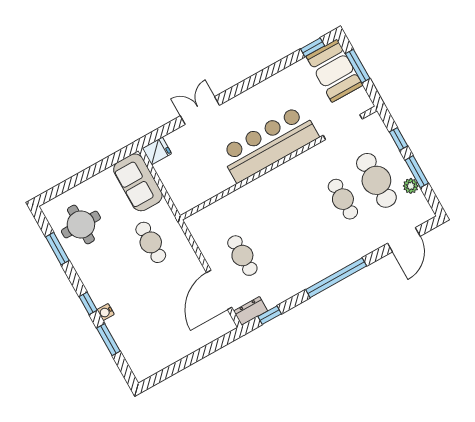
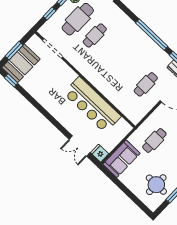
double door: (200, 111) -> (80, 146), moved
bar counter: (269, 144) -> (92, 105), moved
window: (336, 278) -> (152, 35), moved

